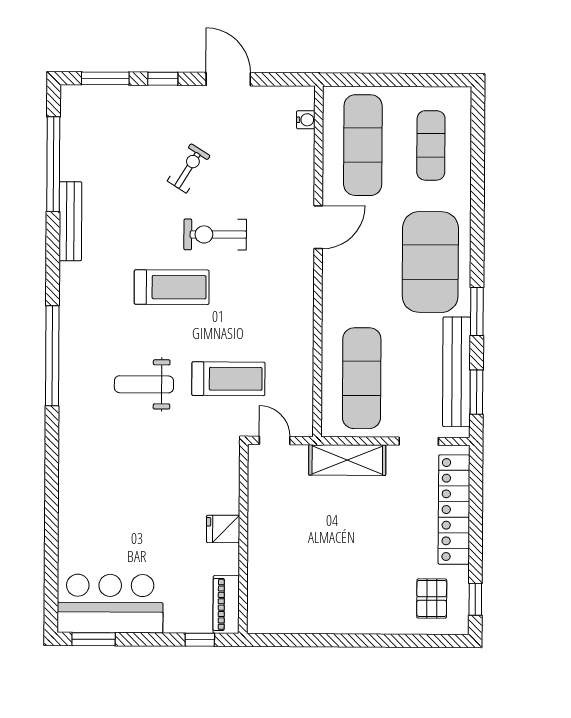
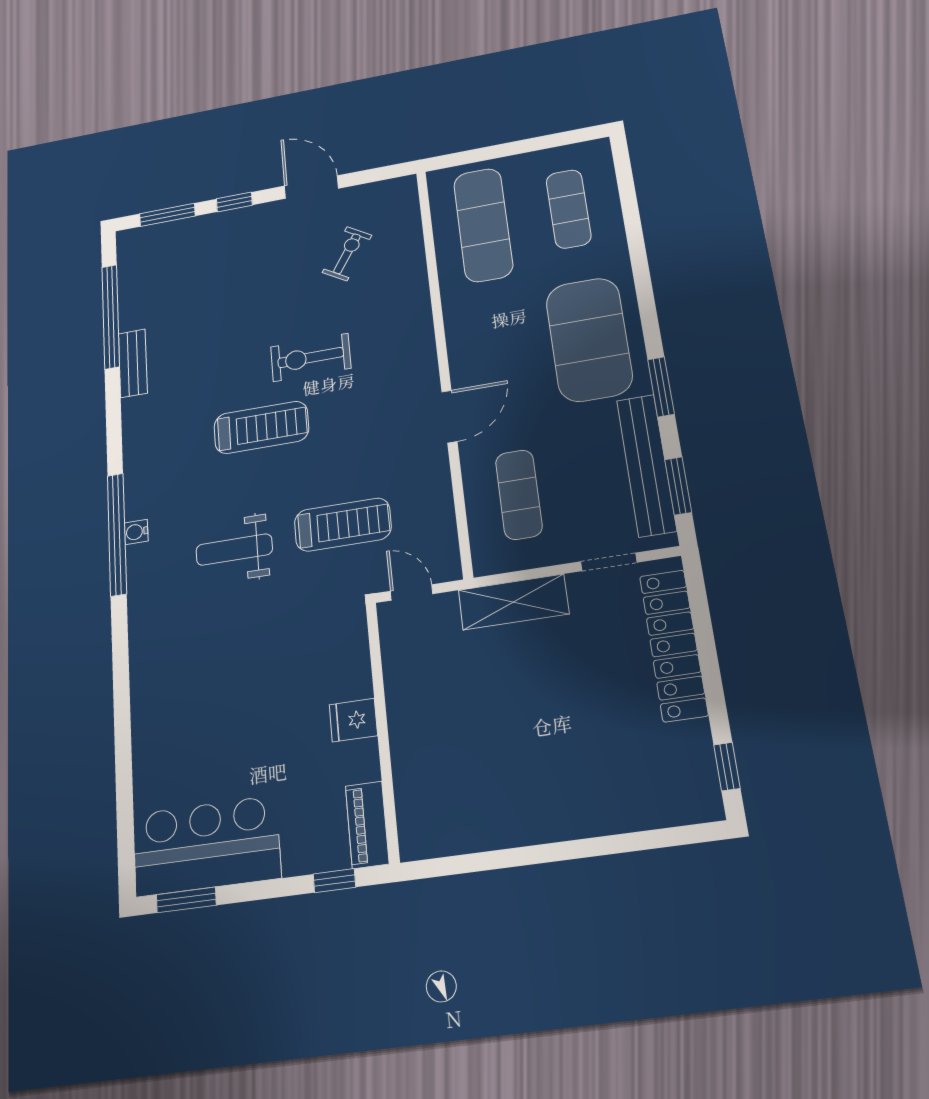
water cooler: (306, 120) -> (136, 532), moved, turned 180
exercise bike: (189, 168) -> (347, 254), moved
bench: (70, 221) -> (133, 363), width x0.73
door: (318, 227) -> (449, 417), moved
exercise mat: (362, 378) -> (519, 495), width x0.73, depth x0.69
pallet: (432, 598) -> (662, 775), removed

